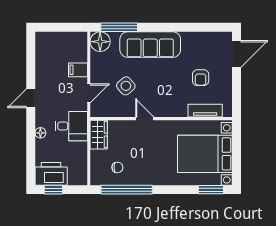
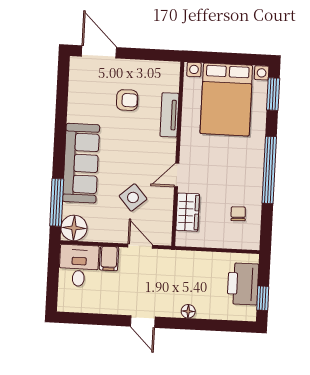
tv unit: (205, 111) -> (169, 115), moved
desk: (71, 126) -> (79, 266), moved
wardrobe: (99, 135) -> (188, 212), moved, turned 90
printer: (51, 174) -> (243, 284), moved
window: (127, 190) -> (269, 170), moved

